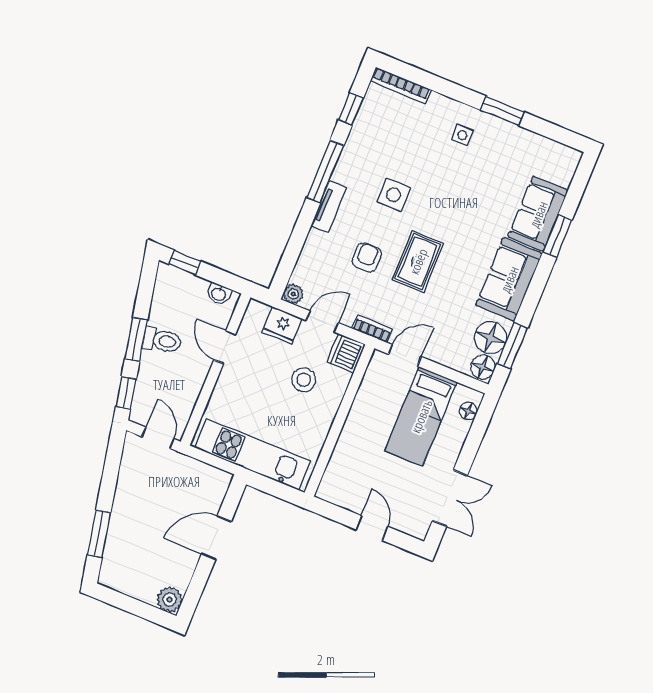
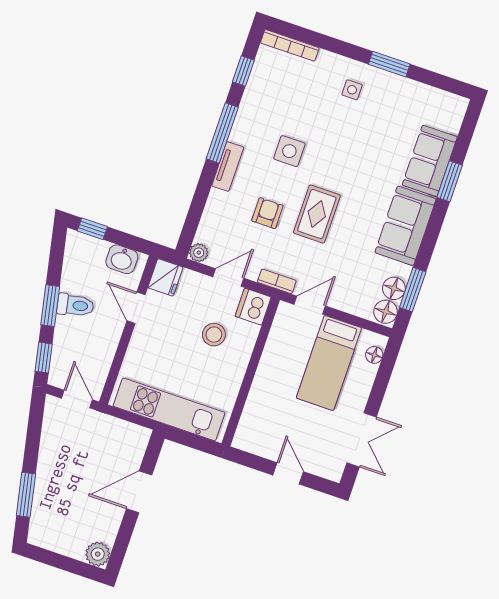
washbasin: (219, 294) -> (122, 259), width x1.38, depth x1.45
fridge: (282, 325) -> (165, 277), moved, turned -90
floor lamp: (491, 338) -> (394, 288), width x0.73, depth x0.73

